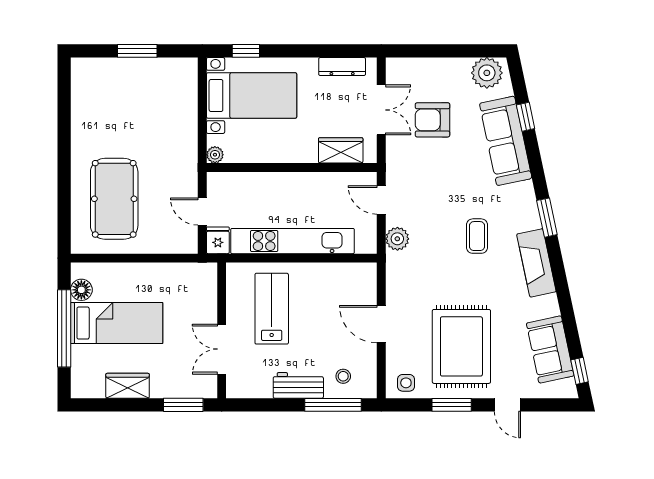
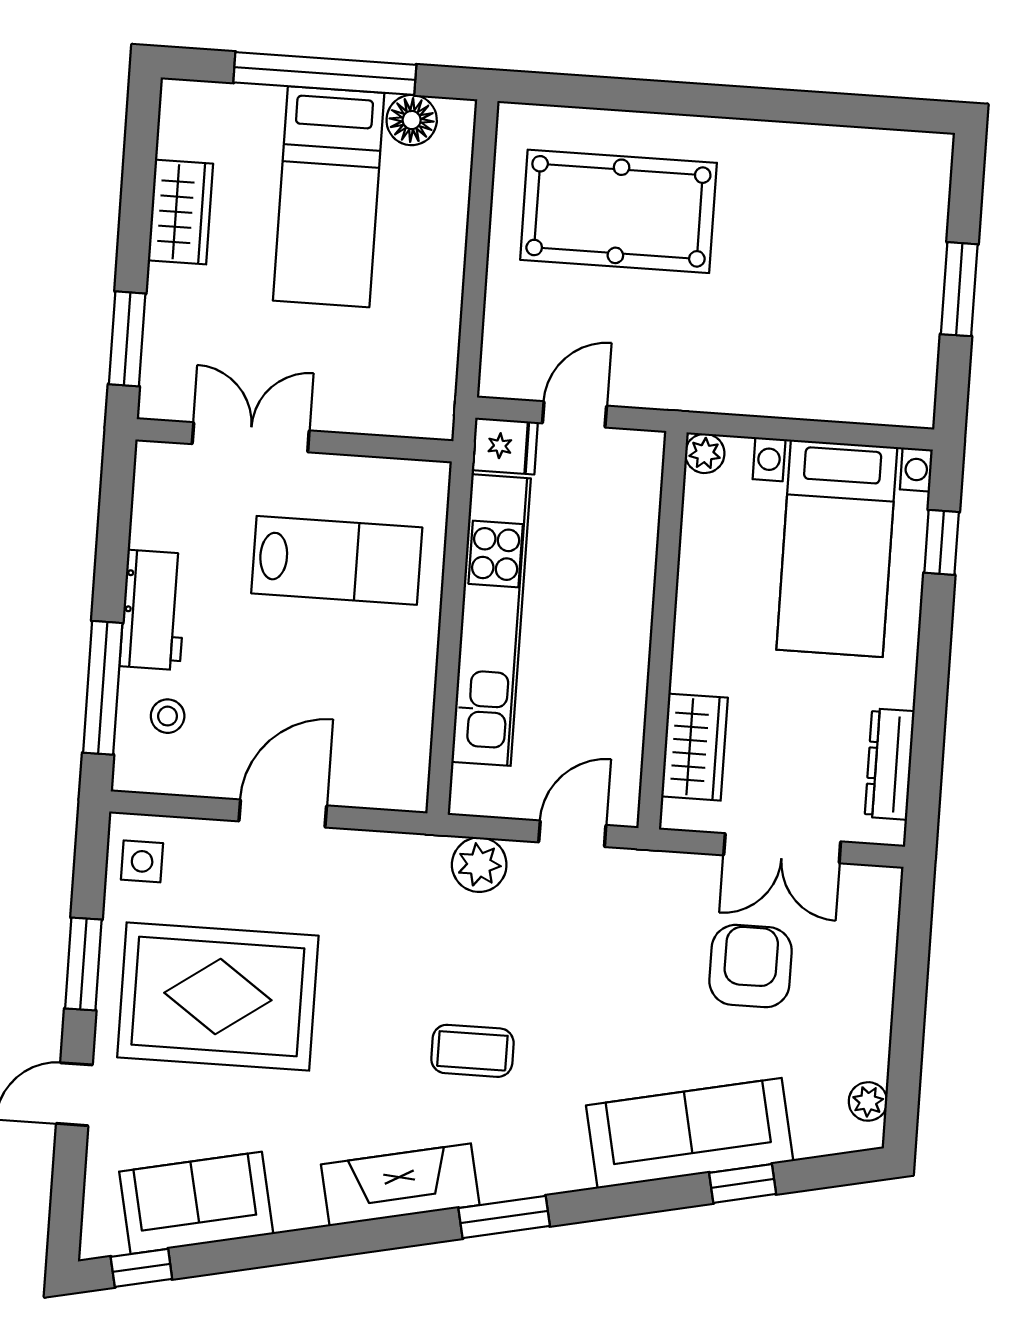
plant: (487, 73) -> (868, 1101), width x0.53, depth x0.53

